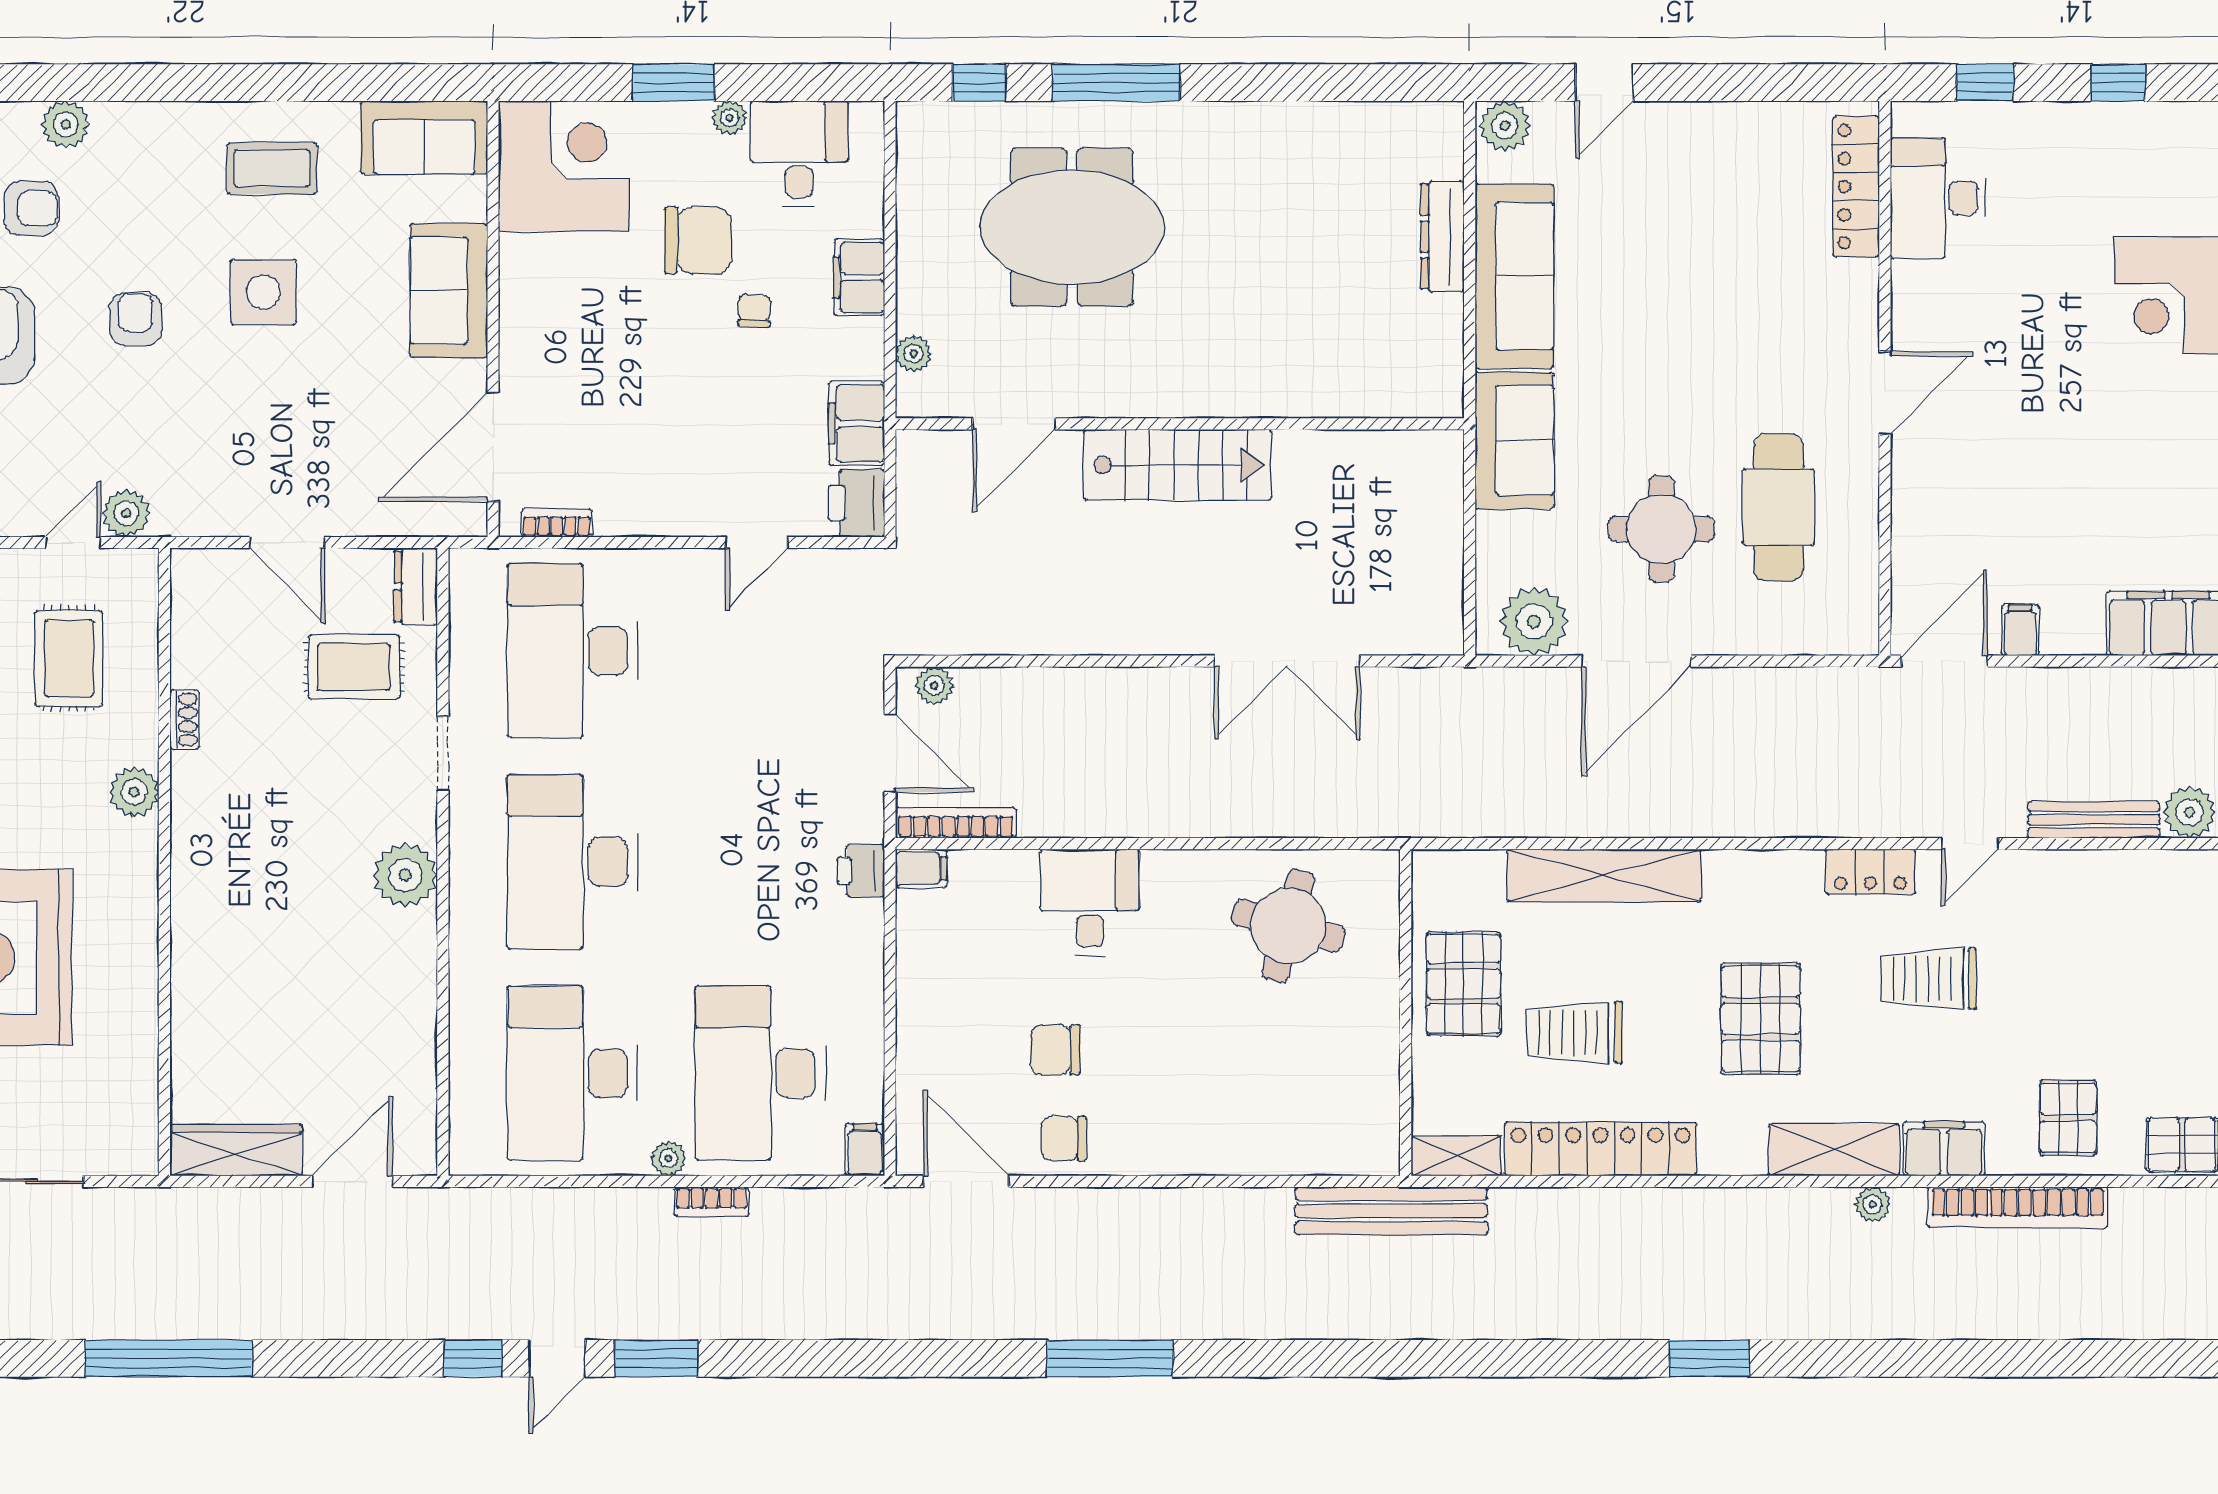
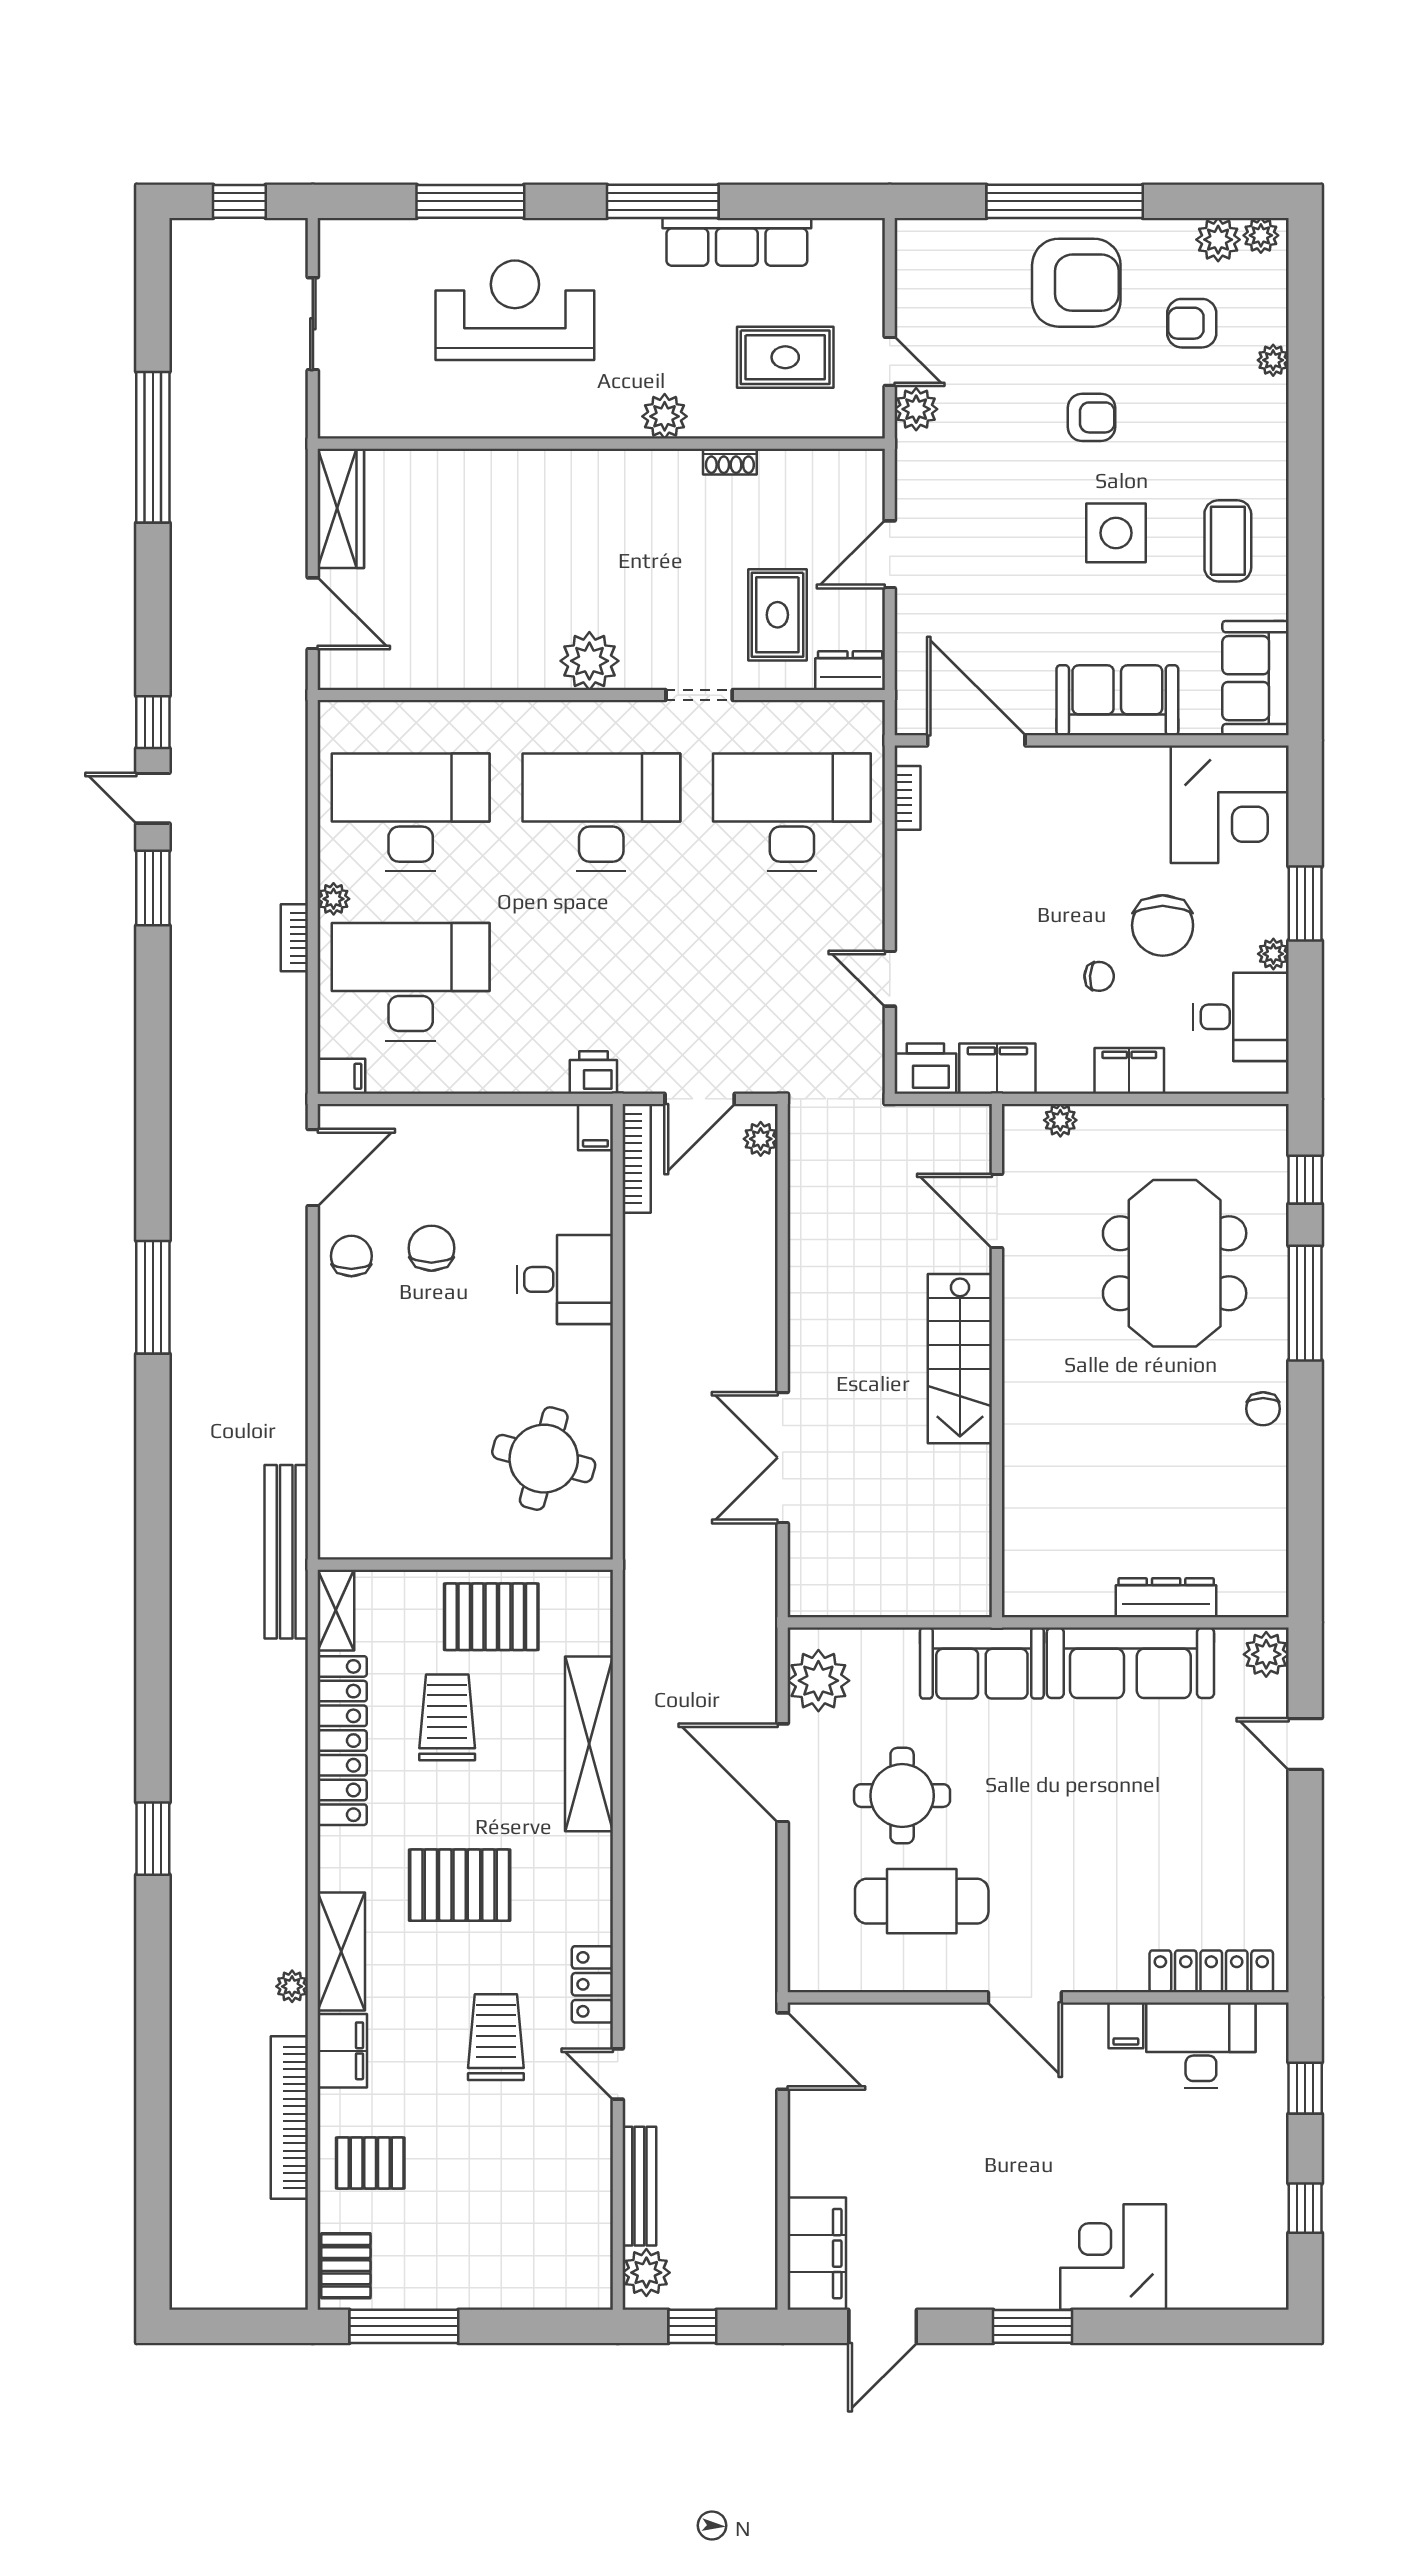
plant: (66, 125) -> (1273, 360), width x0.73, depth x0.73
chair: (1233, 129) -> (1263, 1409), added
armchair: (31, 208) -> (1192, 323), turned 90
filing cabinet: (2020, 630) -> (1126, 2025), moved, turned 90

